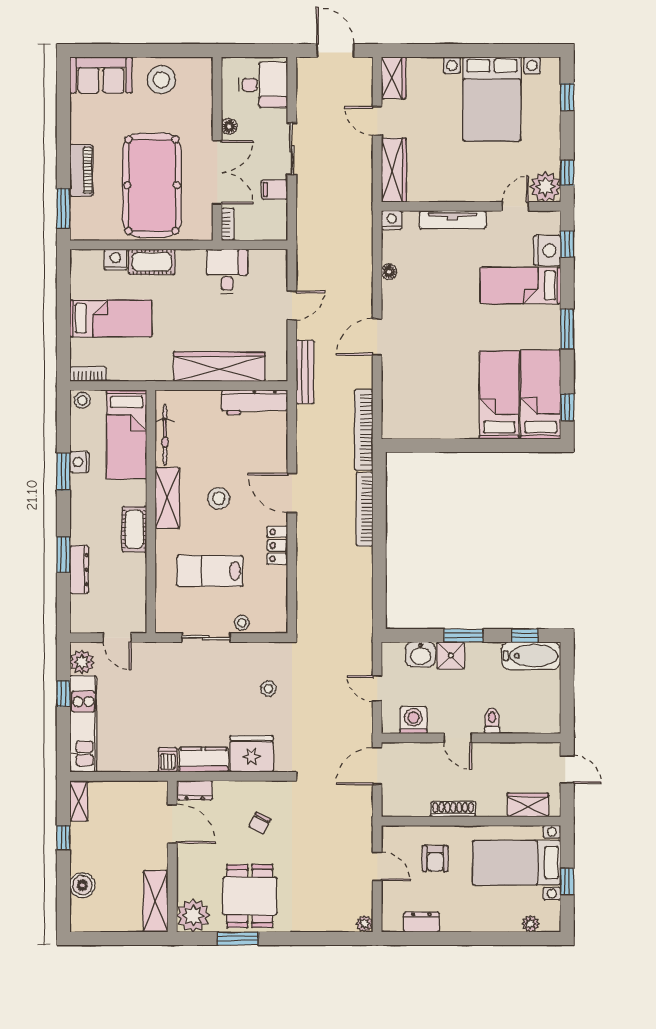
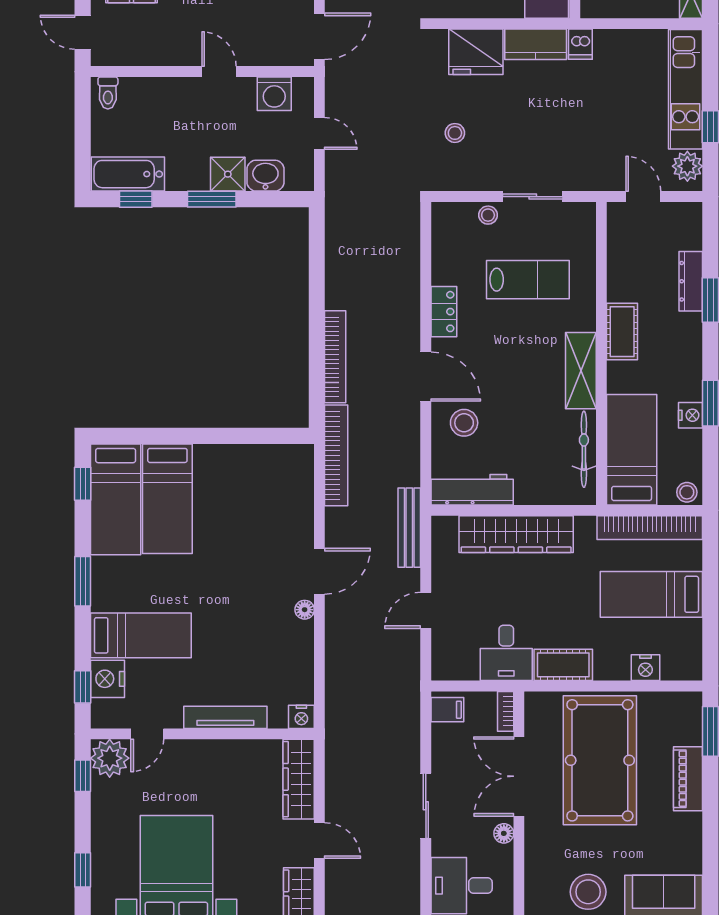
filing cabinet: (274, 190) -> (447, 710), moved
cot: (152, 262) -> (563, 665), moved
floor lamp: (389, 272) -> (305, 610), moved
bookcase: (88, 374) -> (650, 528), width x2.31, depth x1.31
stool: (219, 498) -> (464, 423), moved
toilet: (492, 721) -> (108, 93), moved

